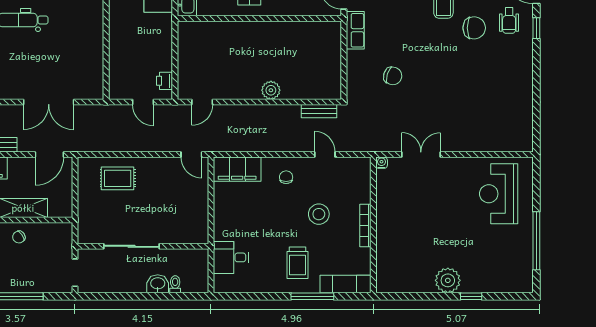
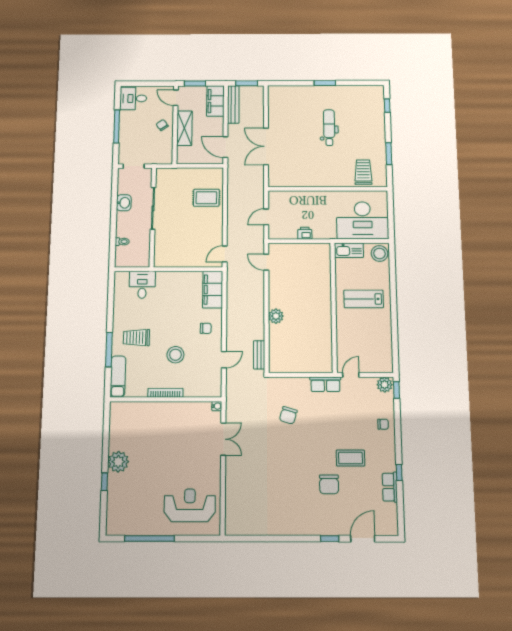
wheelchair: (509, 21) -> (336, 515), removed
printer: (165, 81) -> (305, 233), moved
rug: (118, 178) -> (206, 198), turned 90
washbasin: (158, 284) -> (124, 203), moved

